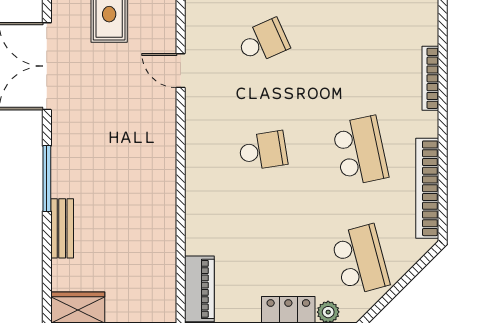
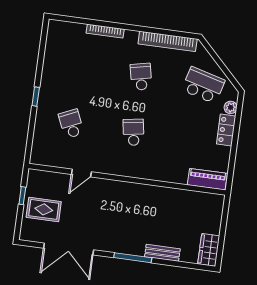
school desk: (360, 151) -> (141, 77), width x0.54
school desk: (360, 260) -> (203, 85), turned 30

